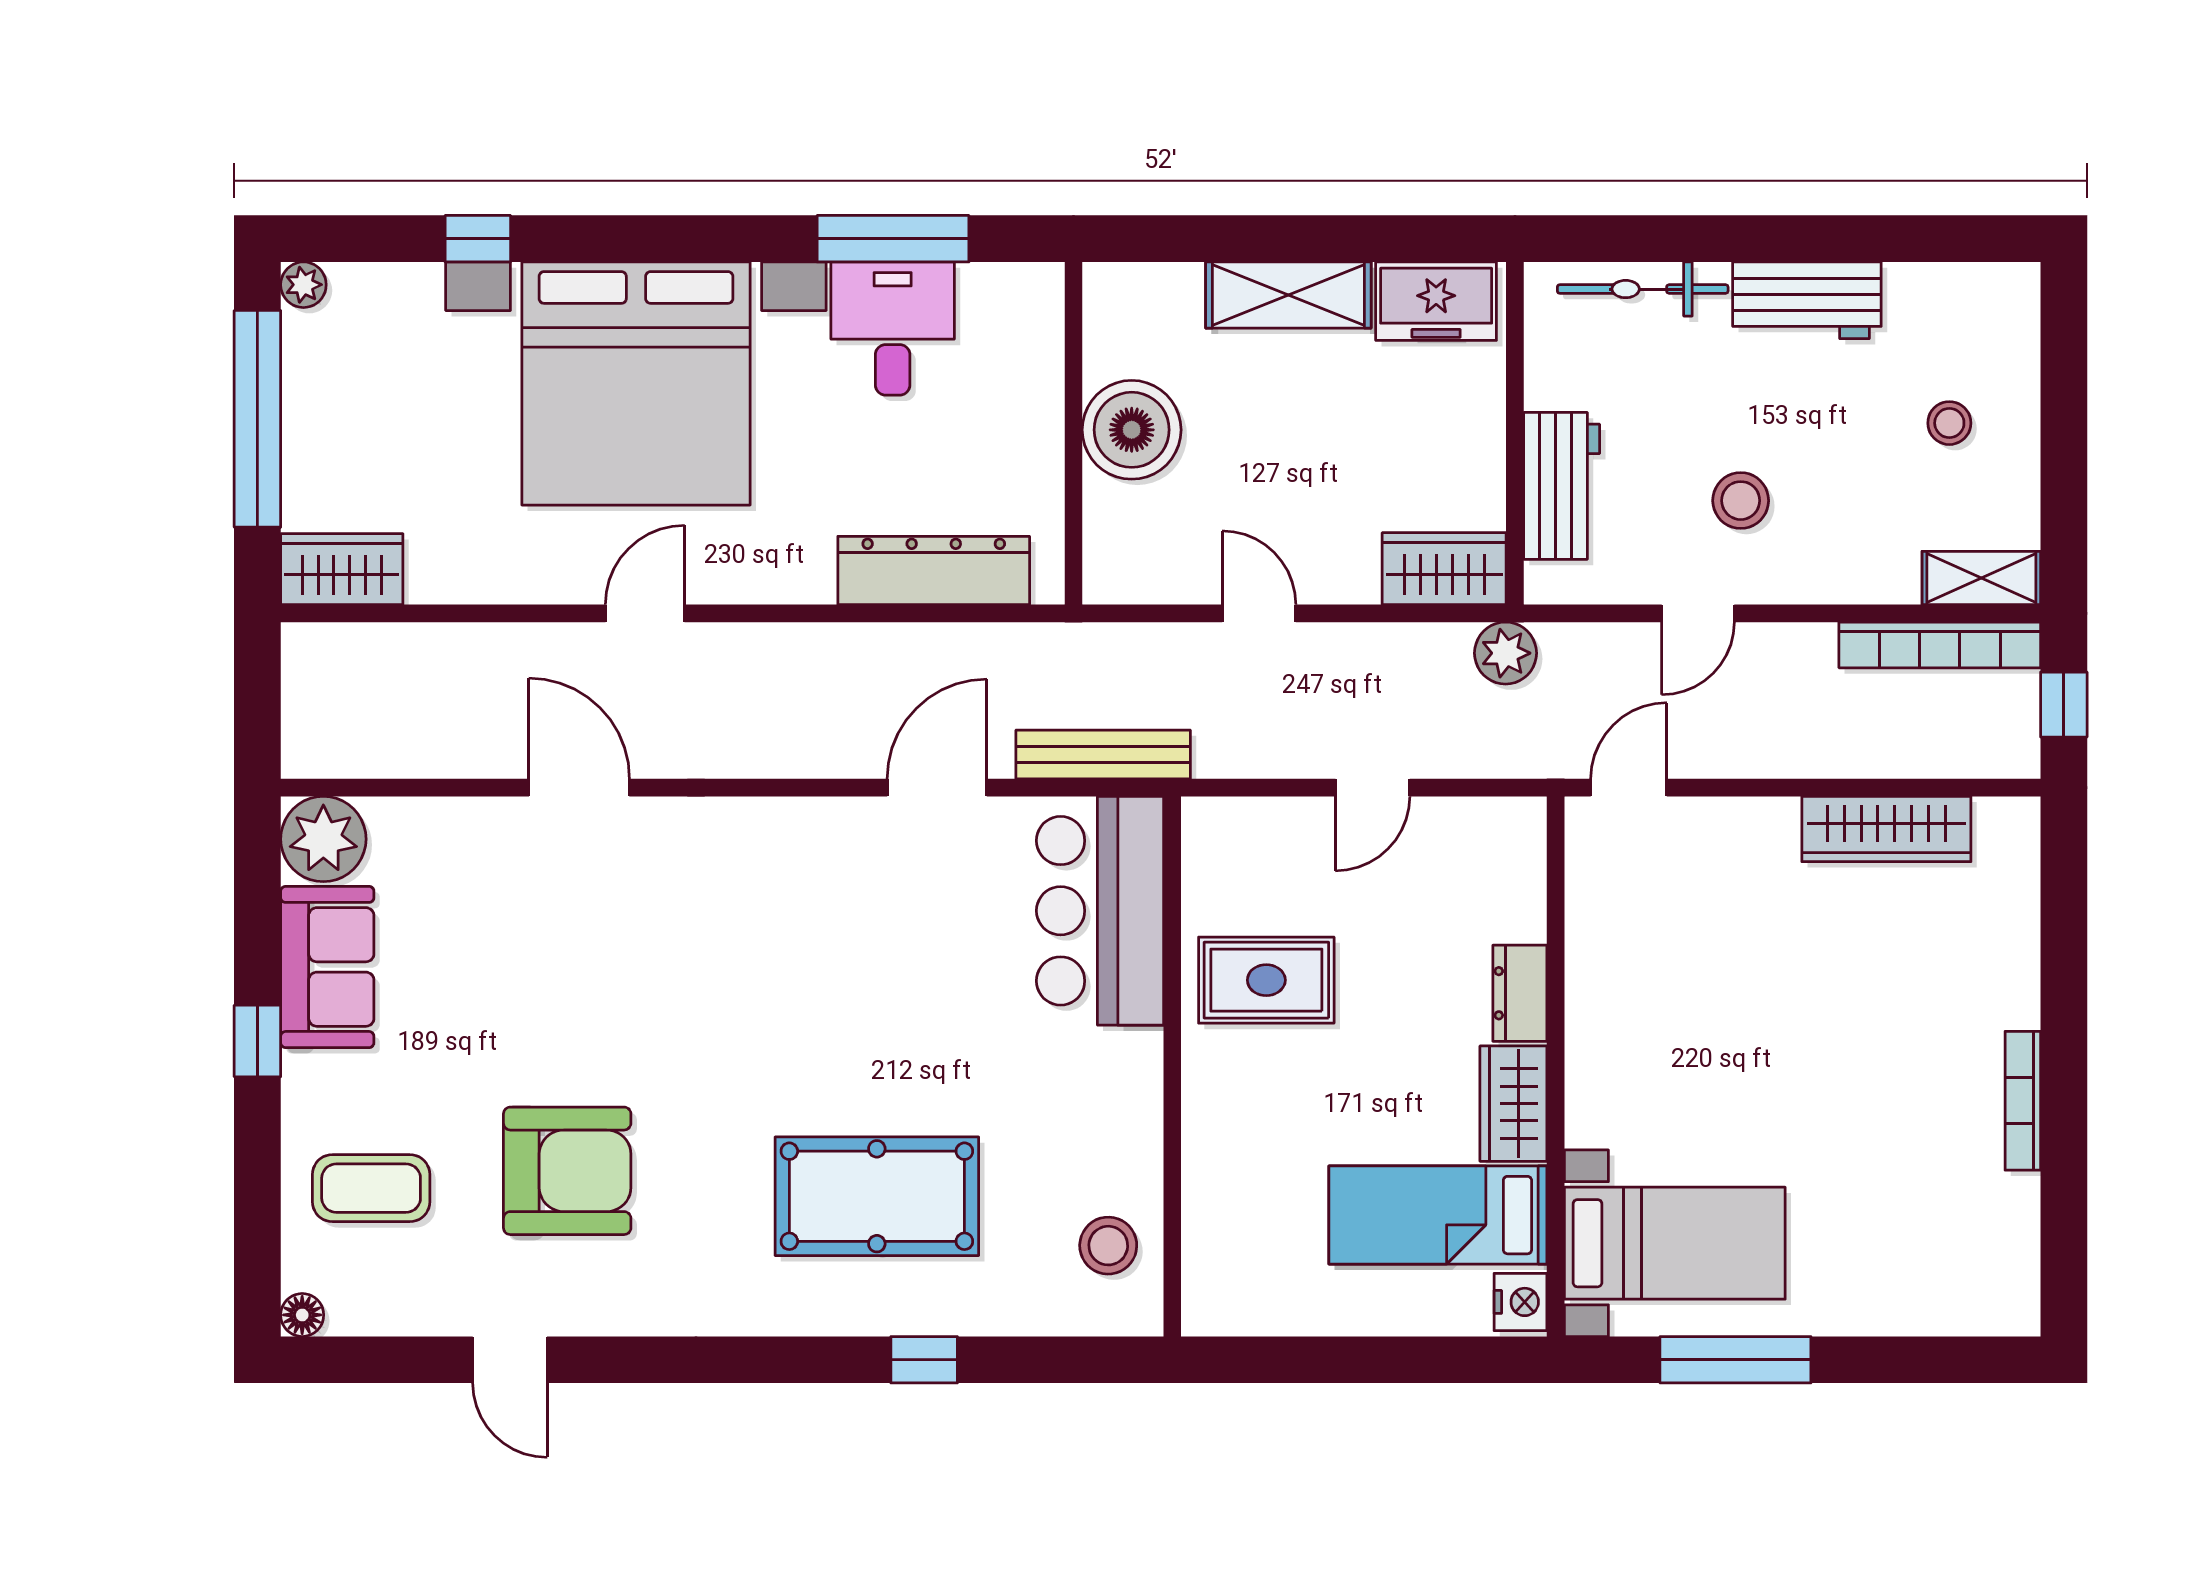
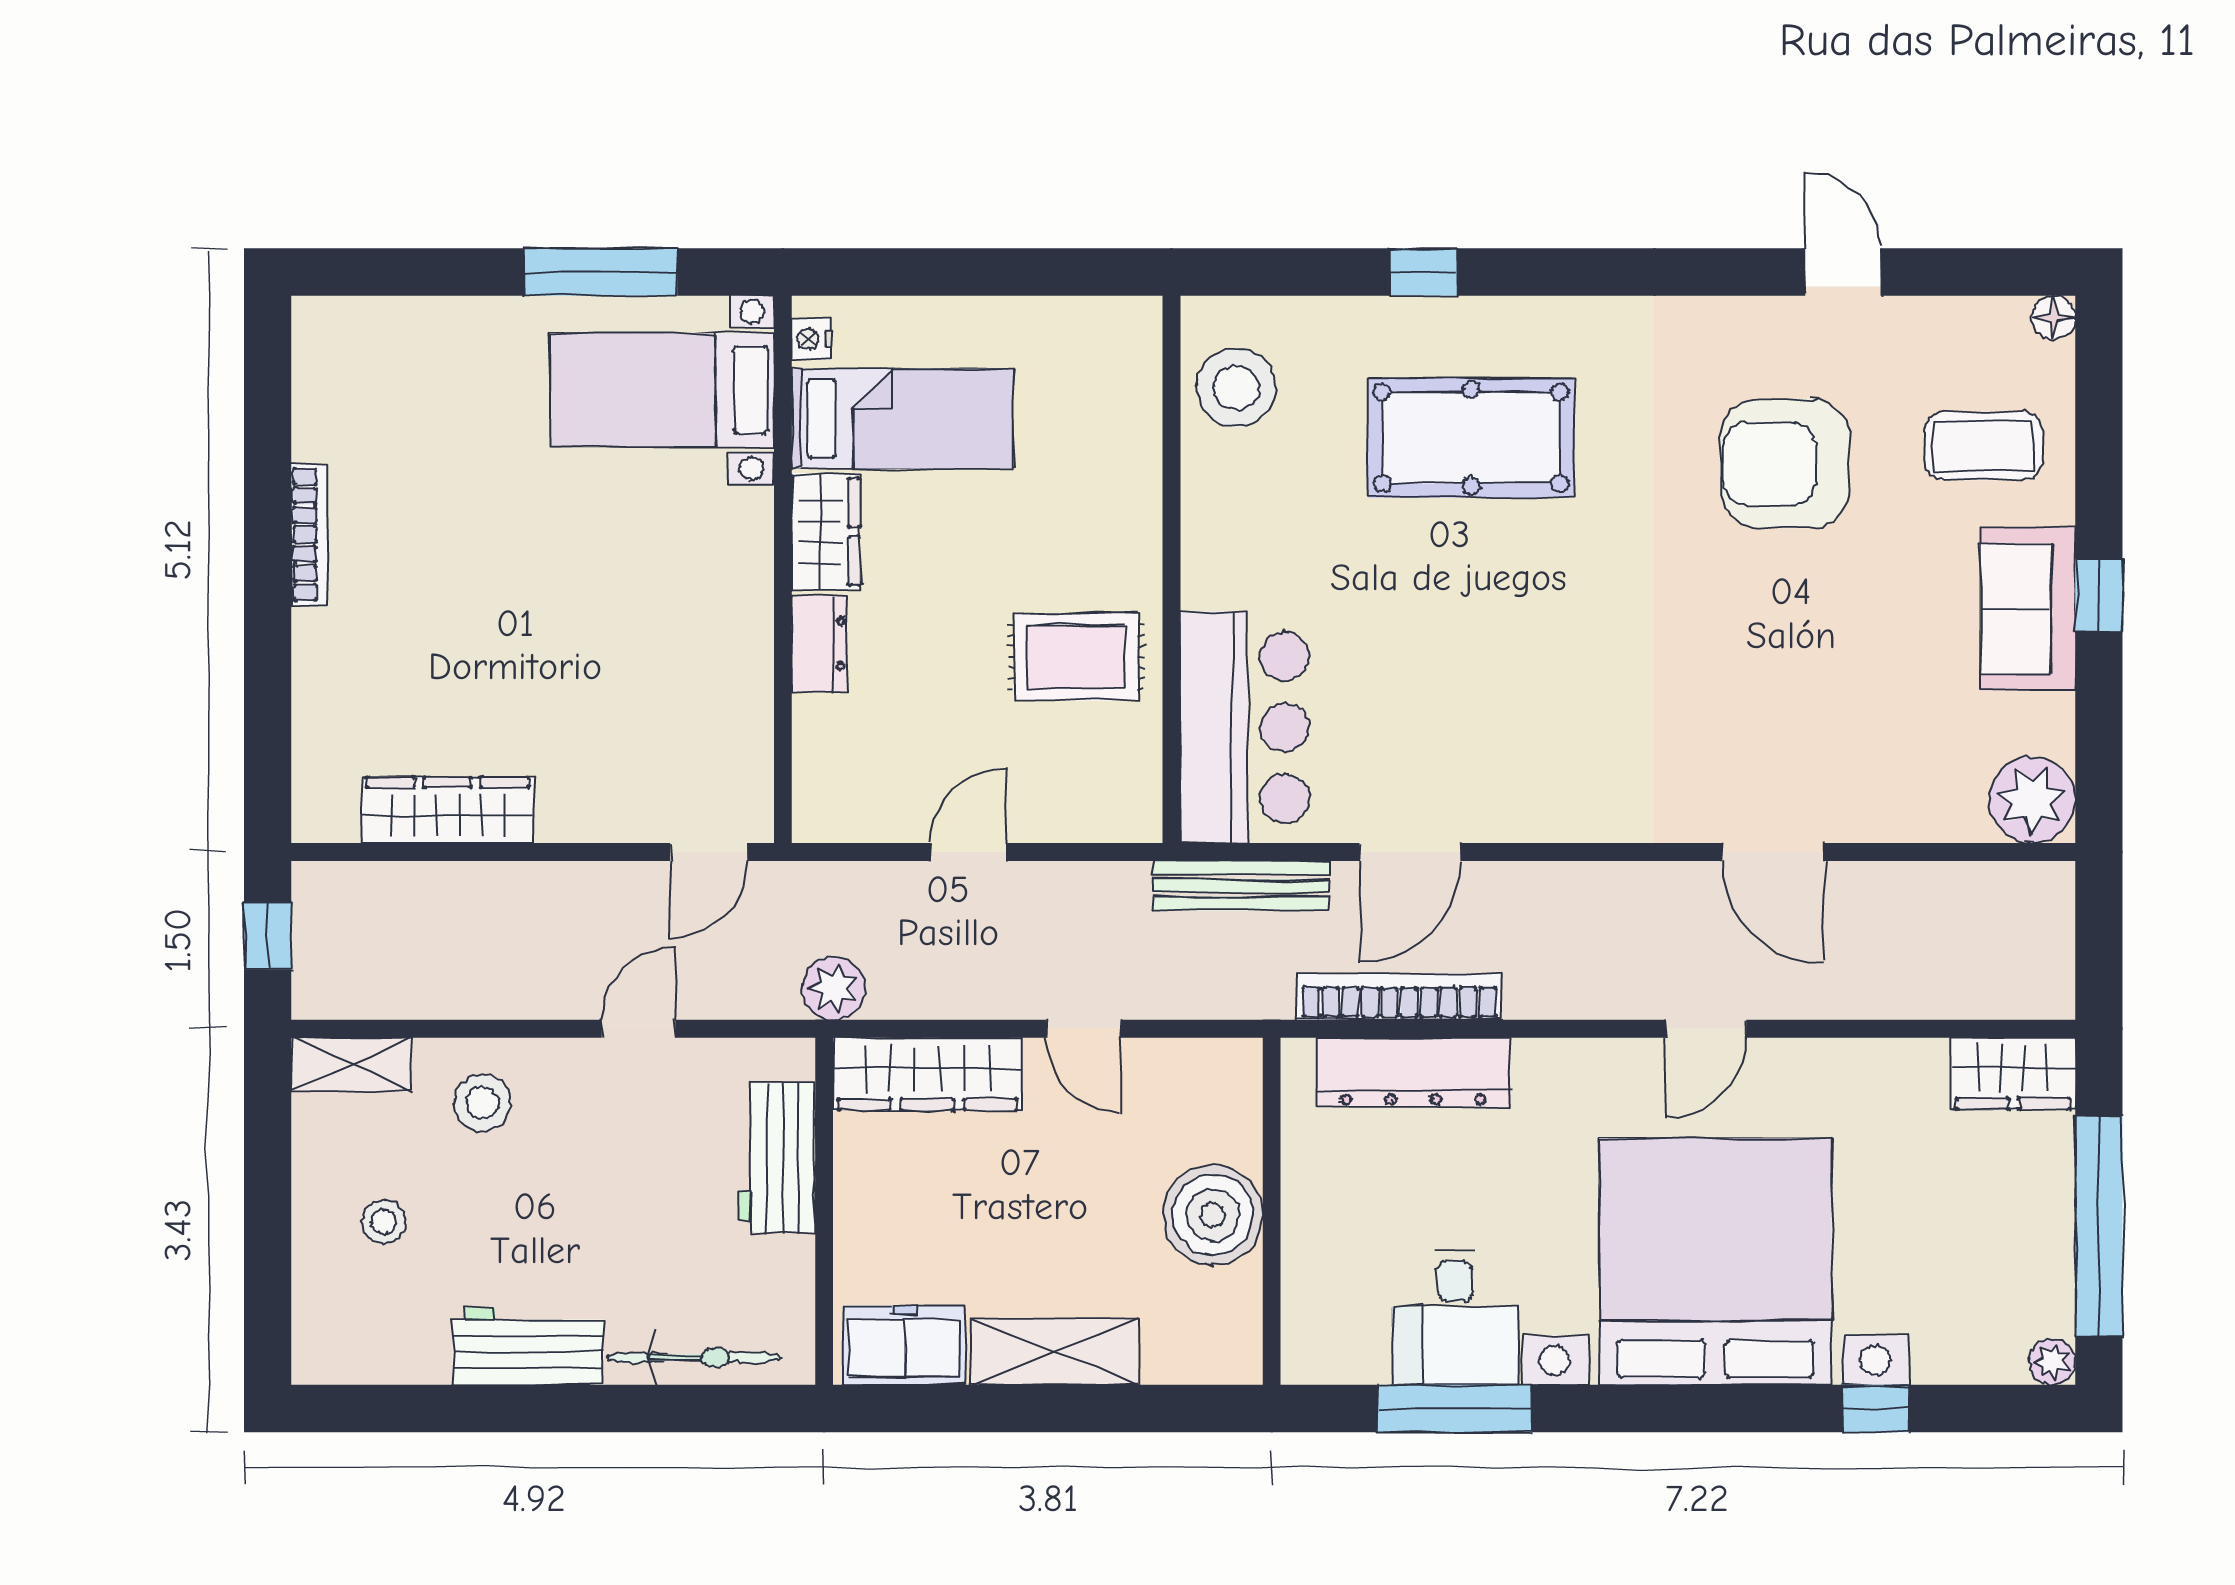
stool: (1741, 501) -> (482, 1103), moved
wardrobe: (1444, 569) -> (927, 1074), width x1.50
bookcase: (1940, 645) -> (1399, 997), moved
sofa: (327, 967) -> (2028, 609), moved
stool: (1108, 1246) -> (1236, 388), width x1.38, depth x1.38
nightstand: (1521, 1302) -> (812, 339), width x0.72, depth x0.74

